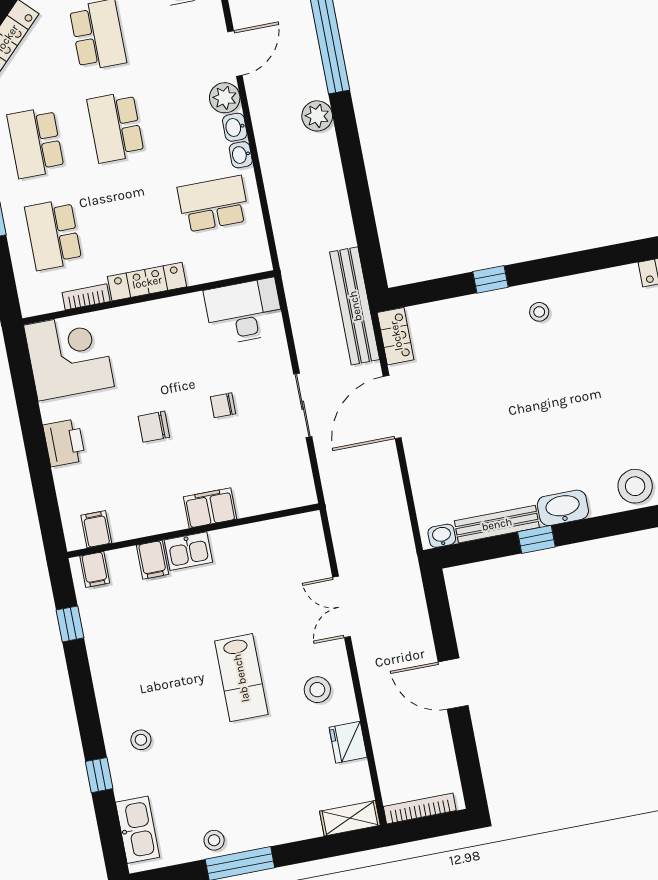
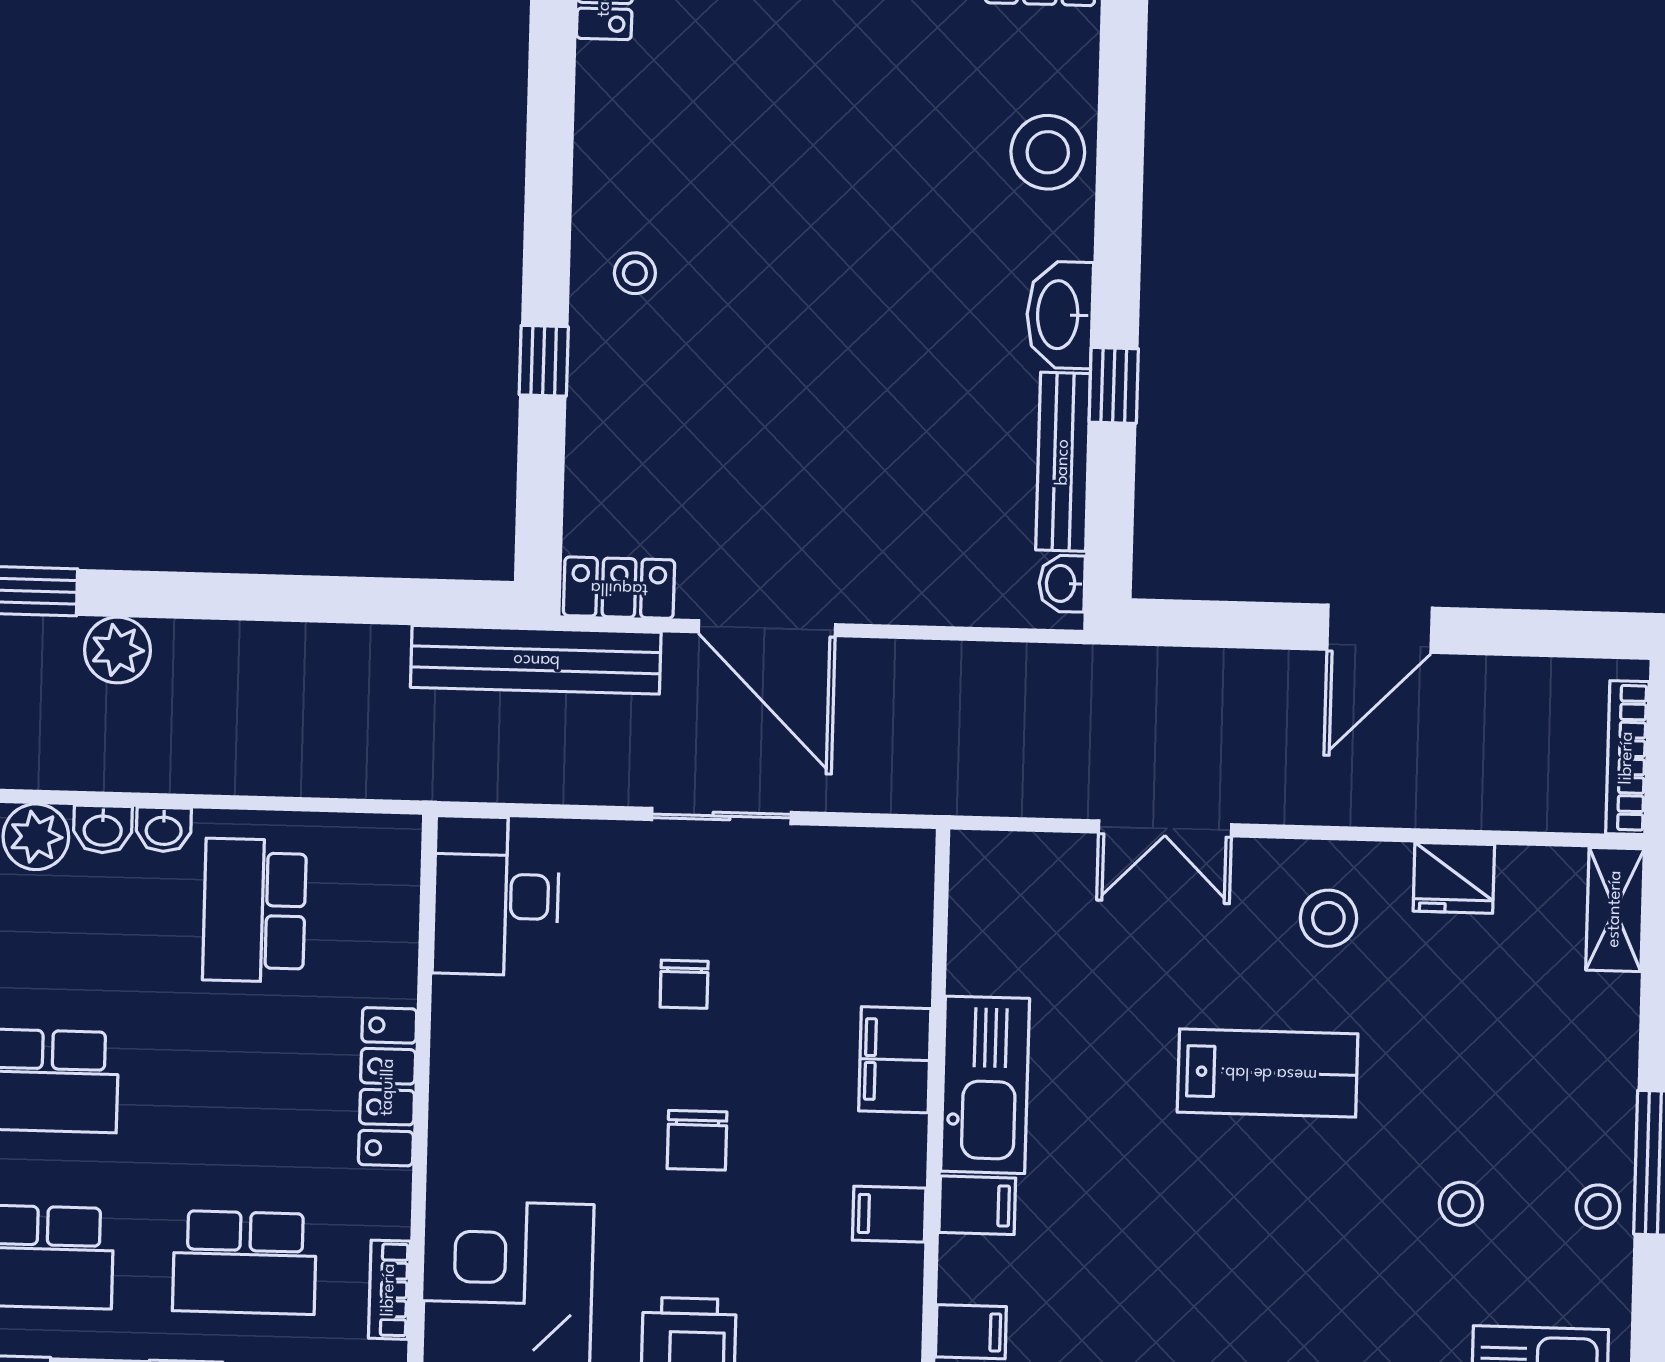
bookcase: (86, 297) -> (389, 1290), moved
filing cabinet: (96, 529) -> (889, 1214), moved
kitchen sink: (188, 551) -> (985, 1085), width x1.88, depth x1.24
stool: (141, 740) -> (1461, 1204), moved

